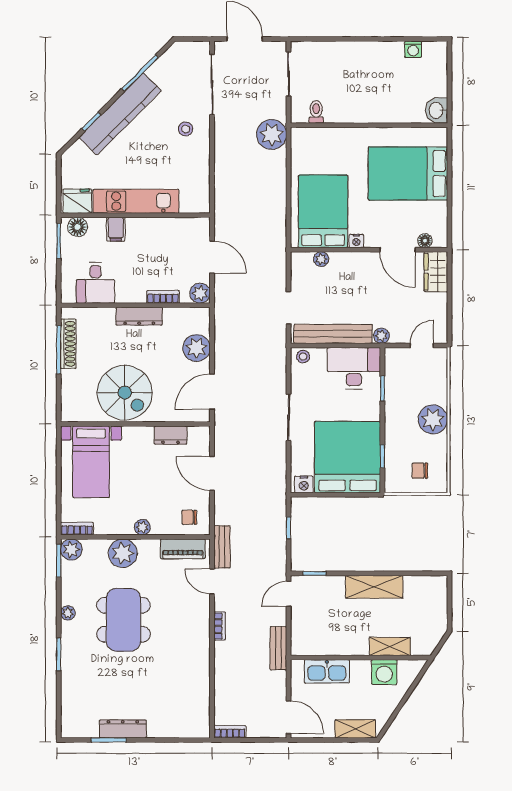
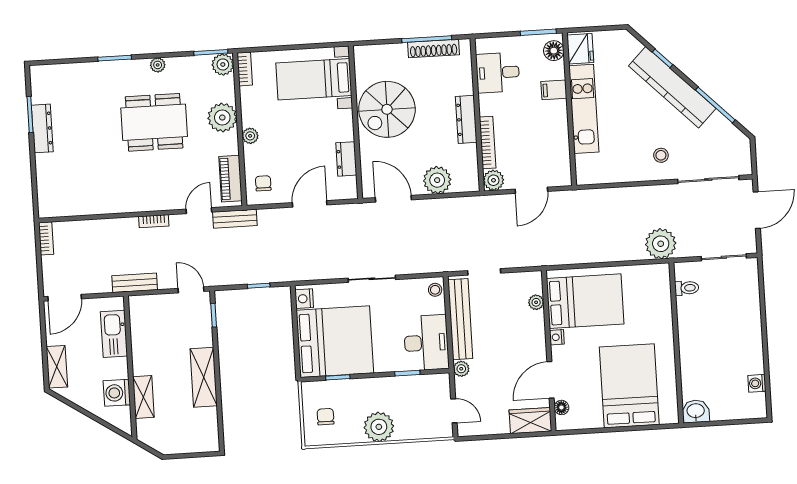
bookcase: (163, 297) -> (488, 143), width x1.56

